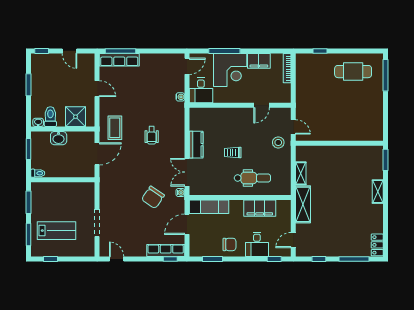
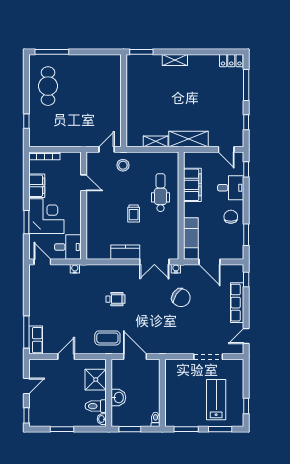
window: (224, 51) -> (26, 222), width x0.69
row of seats: (119, 60) -> (36, 340), width x0.68
row of seats: (166, 250) -> (237, 303), moved

